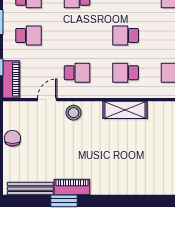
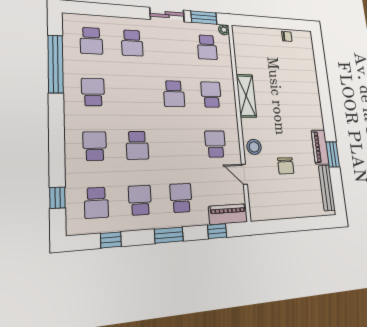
school desk: (126, 73) -> (211, 95), turned 180
chair: (12, 138) -> (286, 166), moved, turned -90

